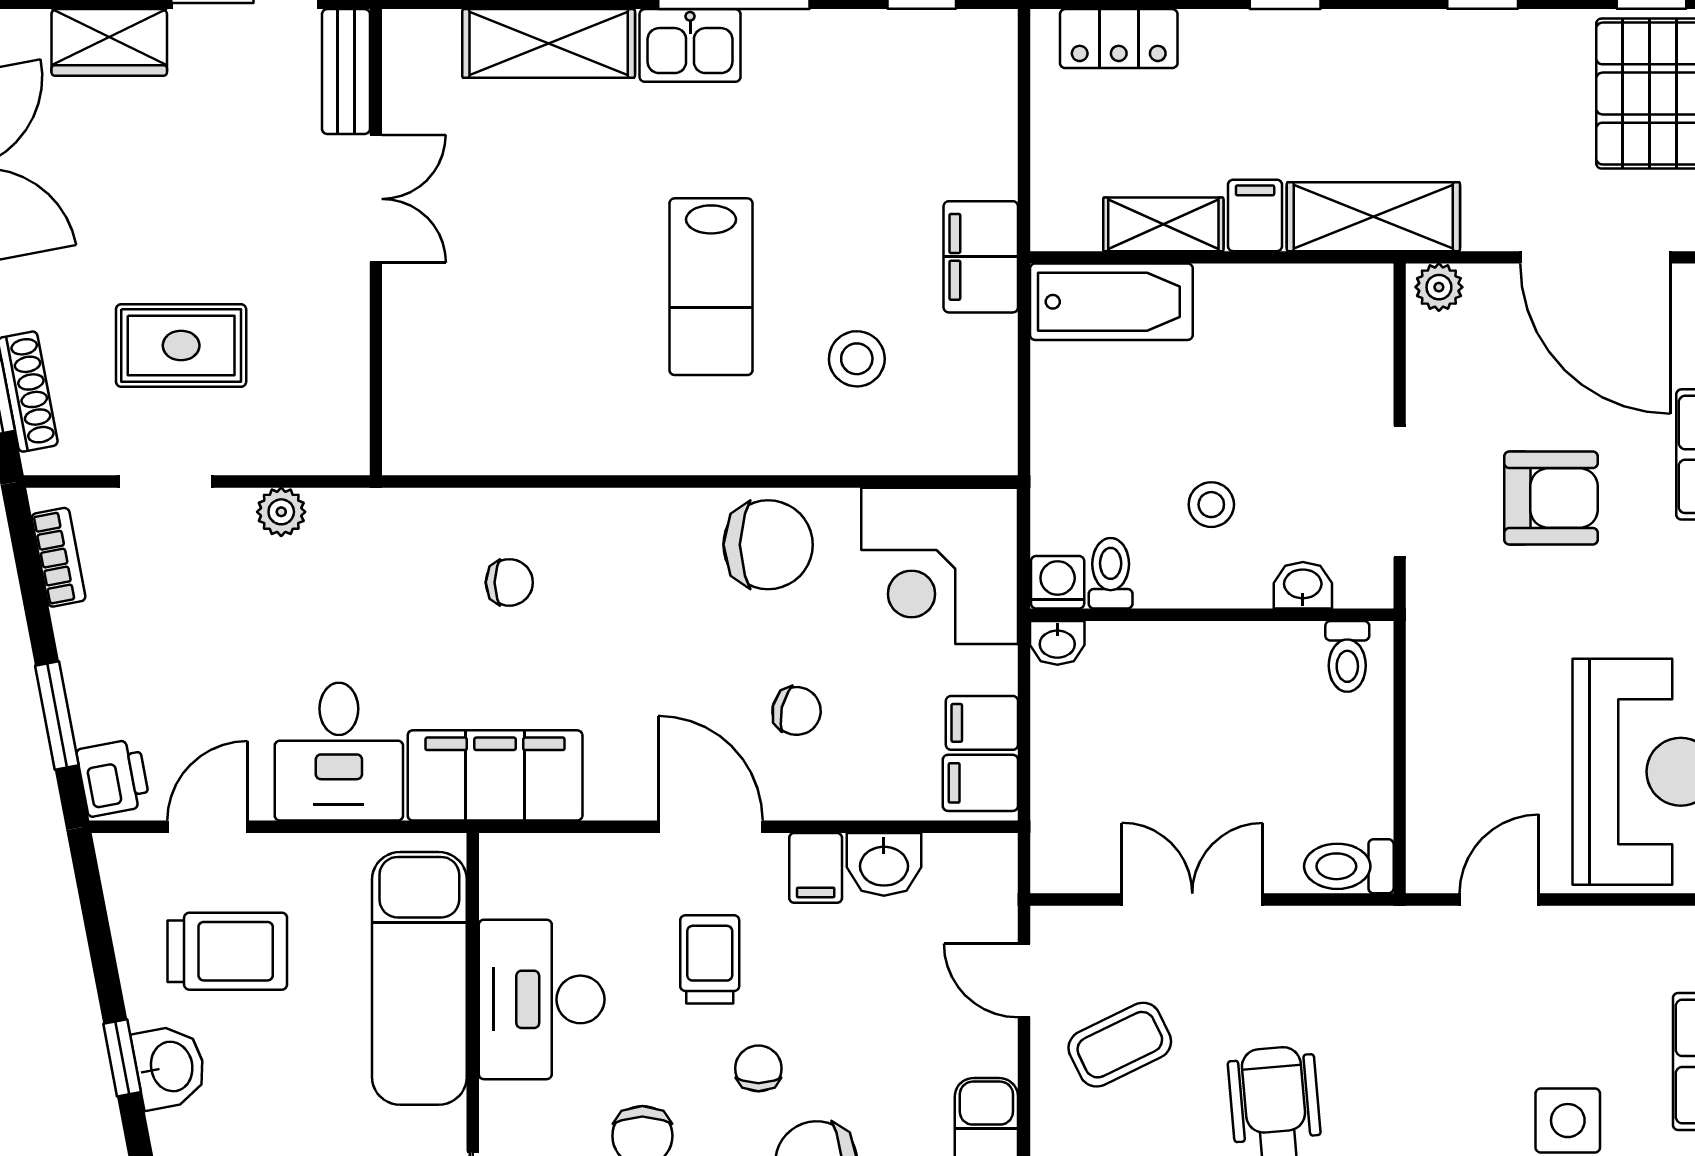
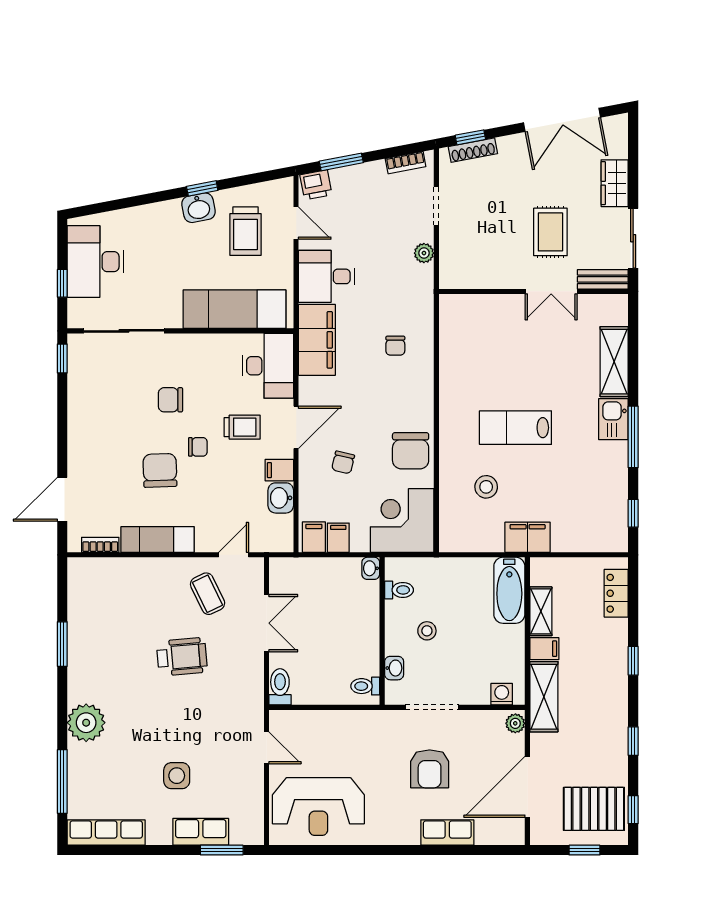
rug: (181, 345) -> (550, 232), moved
washing machine: (1058, 582) -> (502, 694), moved, turned -90
desk: (542, 999) -> (268, 366), moved, turned 90

